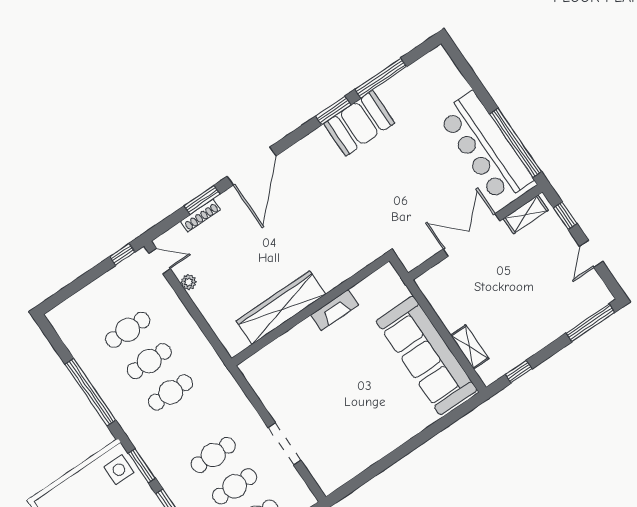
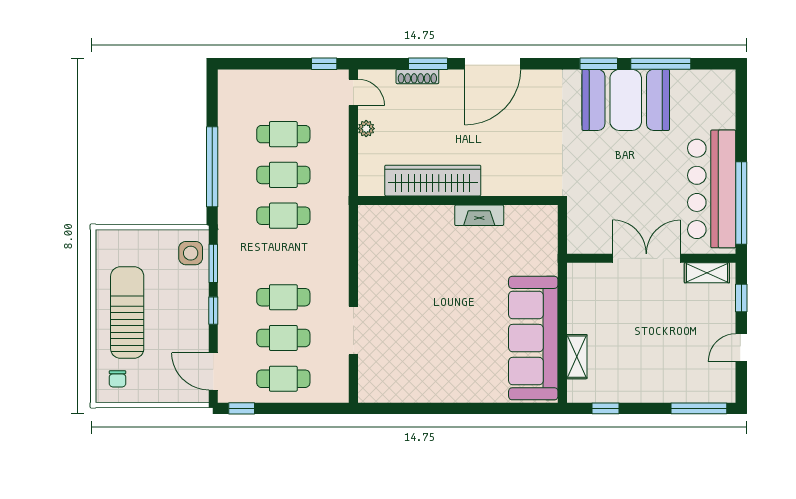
booth: (359, 123) -> (626, 100), width x1.36, depth x1.42
wardrobe: (281, 308) -> (433, 181), moved
wall: (311, 310) -> (458, 200), moved
fireplace: (335, 310) -> (479, 215), moved

